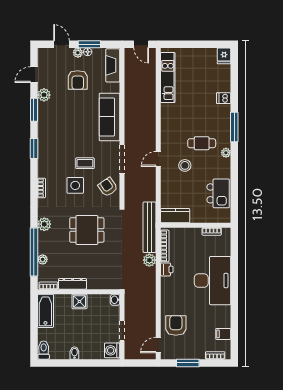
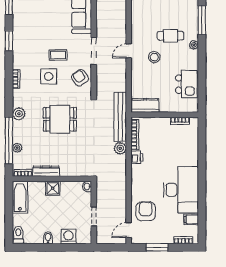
desk: (213, 281) -> (181, 190), moved
washing machine: (112, 350) -> (69, 237), moved, turned 90

